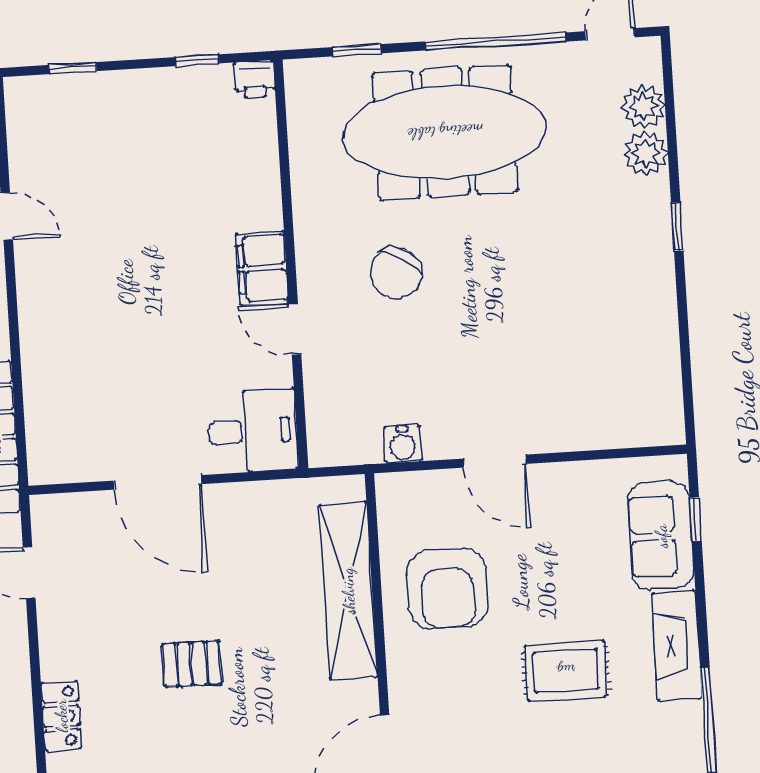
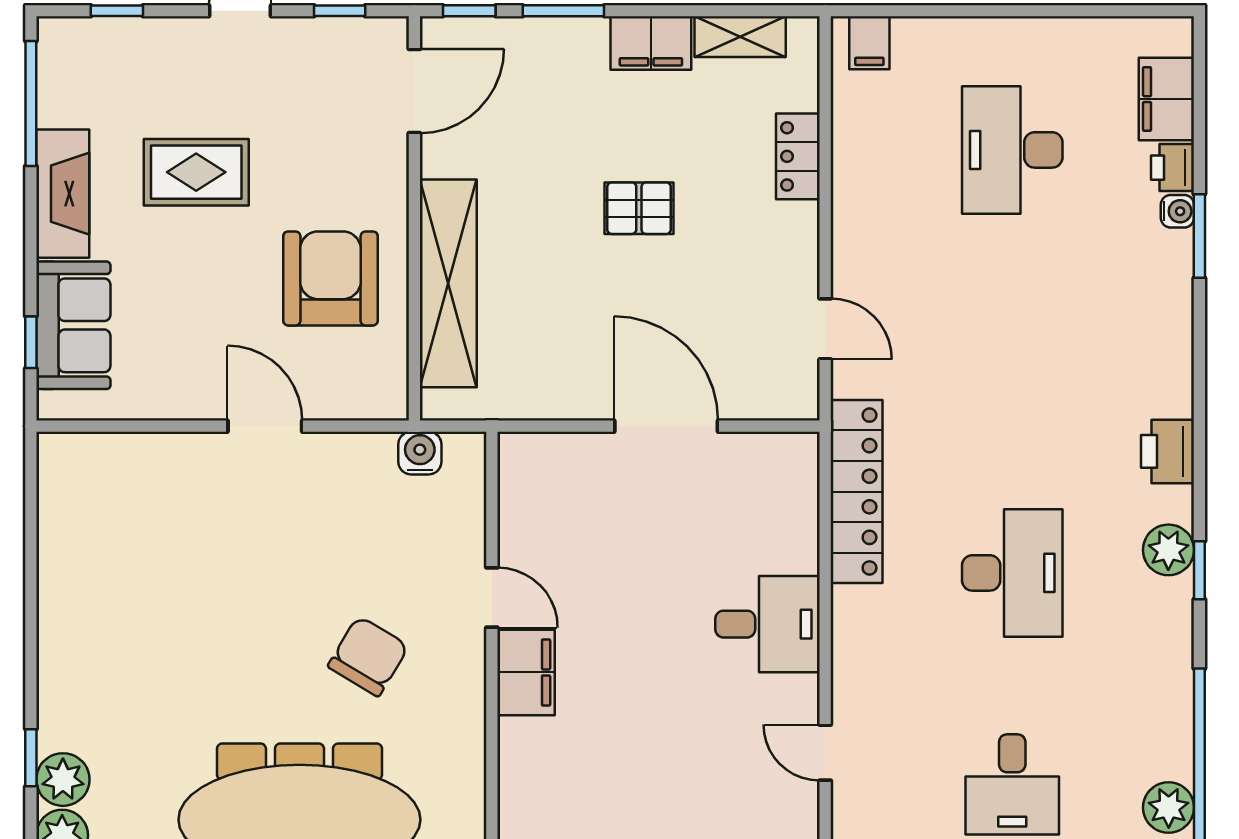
window: (677, 227) -> (31, 758), moved
desk: (253, 431) -> (768, 624), moved, turned 180
water cooler: (403, 444) -> (420, 453), moved

